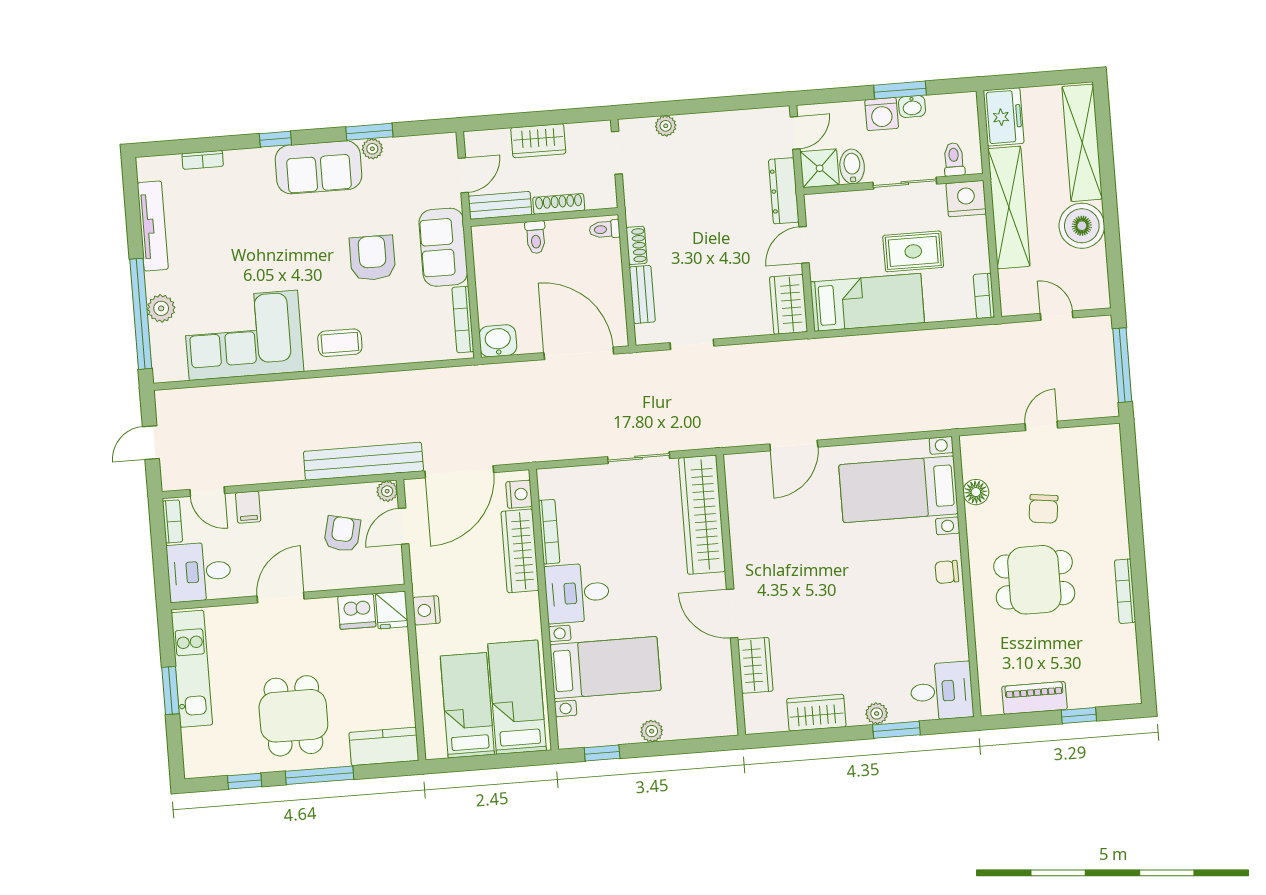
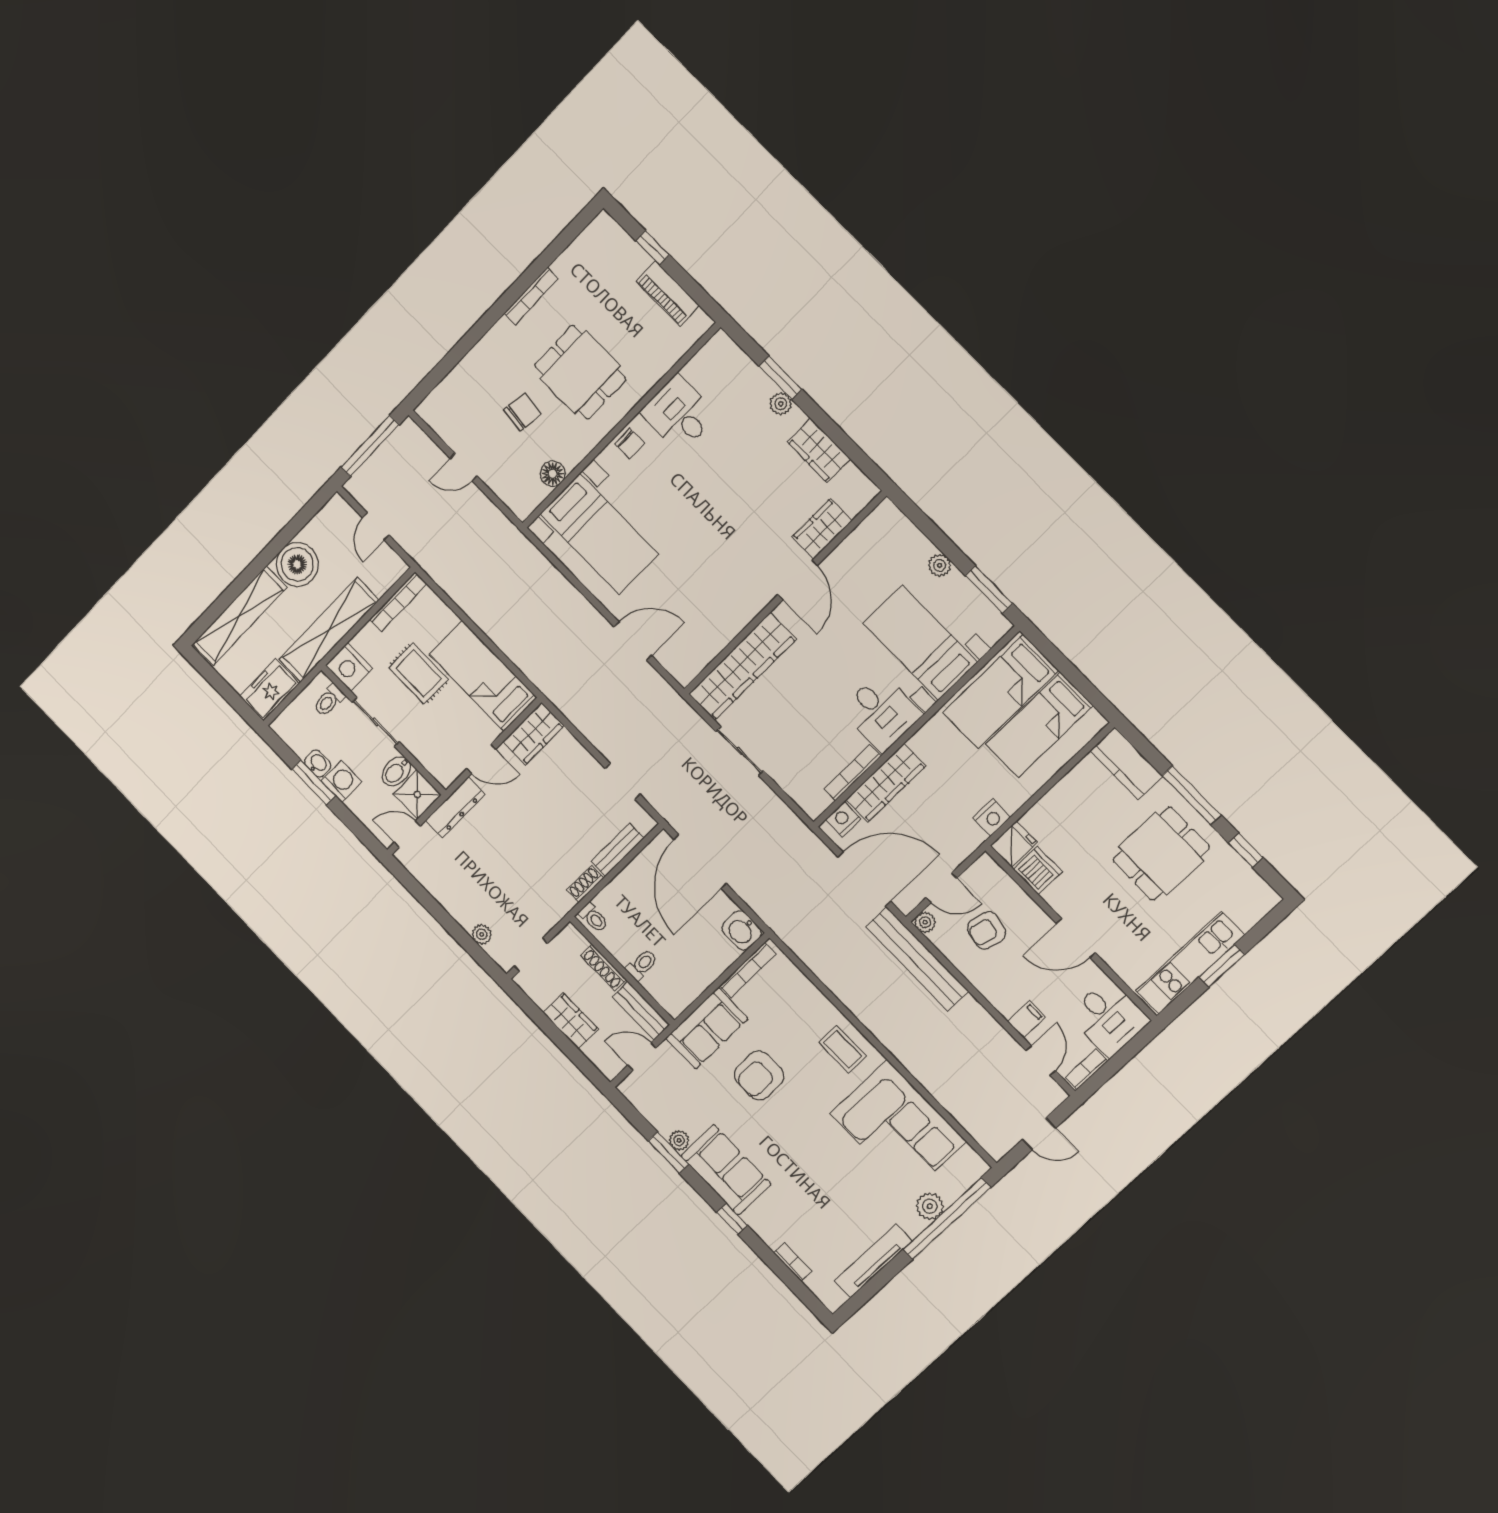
bookcase: (984, 296) -> (398, 602), width x1.56
desk: (942, 691) -> (679, 413), moved
window: (602, 753) -> (989, 589), width x1.50

